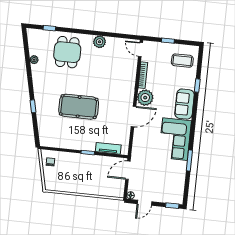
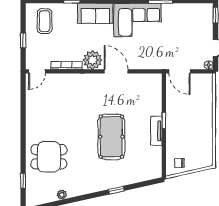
plant: (100, 42) -> (33, 120), removed
tv unit: (108, 148) -> (156, 131), moved

